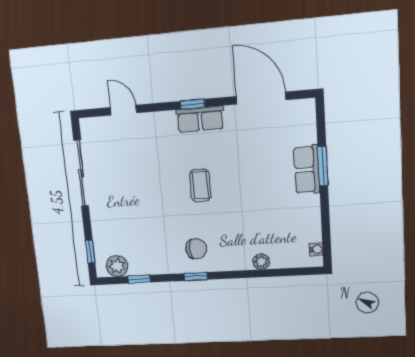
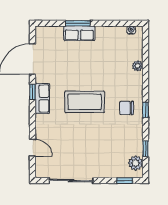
window: (193, 104) -> (32, 92), moved
door: (123, 110) -> (32, 148), swing flipped
coffee table: (200, 185) -> (85, 102), width x1.86, depth x1.72
chair: (196, 249) -> (127, 108), turned -86

